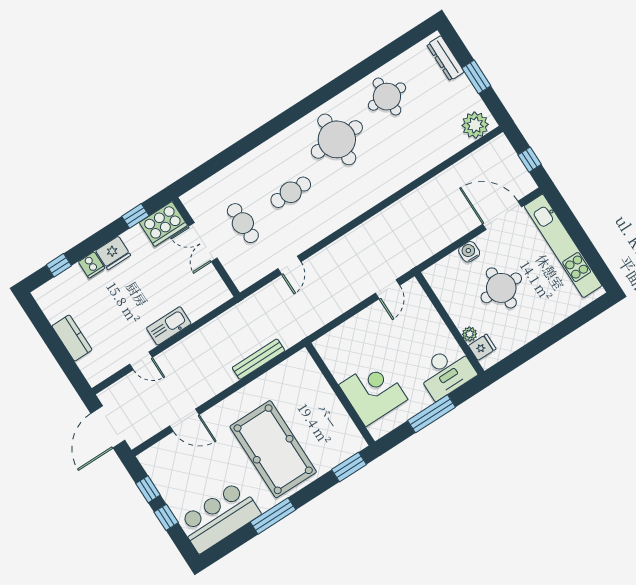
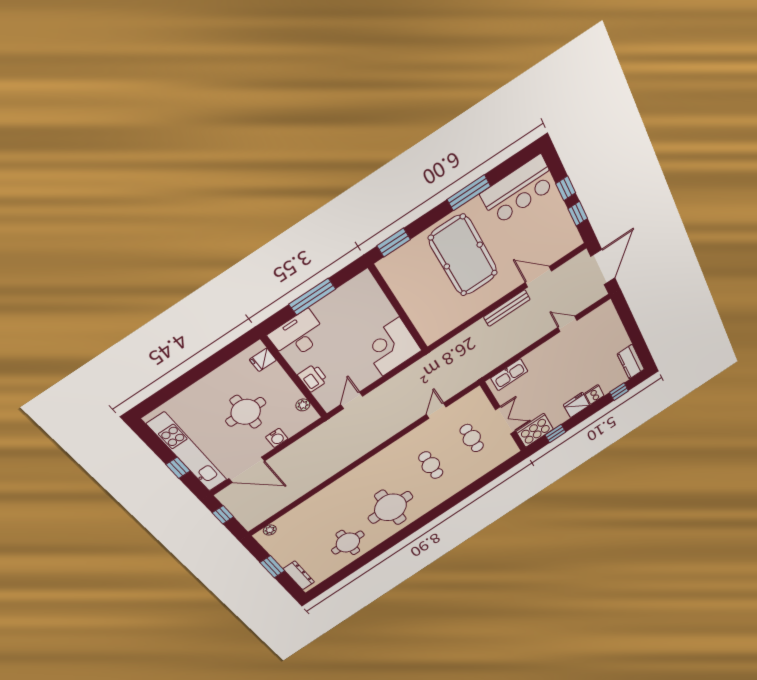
plant: (475, 125) -> (270, 530), width x0.53, depth x0.53
cafe table: (291, 192) -> (431, 465), turned 90
window: (574, 228) -> (178, 468), added
printer: (430, 321) -> (313, 378), added
kitchen sink: (169, 326) -> (509, 375), moved
plant: (470, 334) -> (303, 405), moved
kitchen counter: (72, 338) -> (631, 362), moved
bench: (258, 359) -> (507, 308), moved
corner desk: (373, 392) -> (391, 347), moved, turned 90

